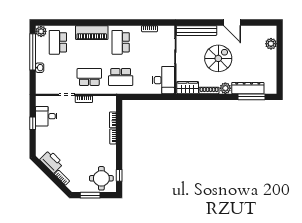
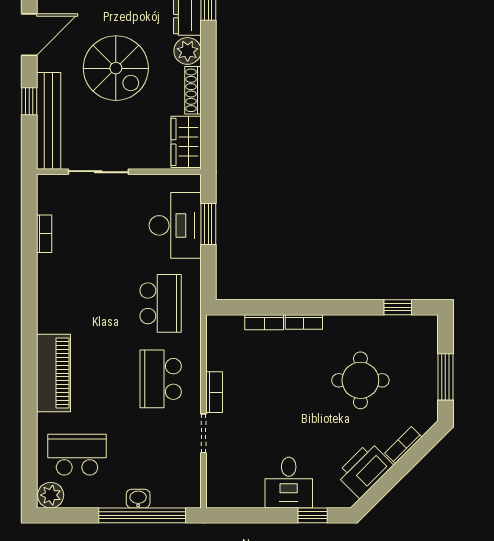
window: (205, 23) -> (29, 101), added
school desk: (58, 42) -> (77, 455), turned 180
school desk: (121, 42) -> (77, 303), removed
window: (33, 52) -> (142, 515), moved
spiral stairs: (218, 58) -> (116, 68), turned 180
desk: (163, 80) -> (175, 225), moved, turned 90
window: (154, 97) -> (208, 224), added
desk: (46, 116) -> (289, 483), moved
window: (33, 123) -> (313, 515), moved
round table: (101, 178) -> (360, 380), moved

